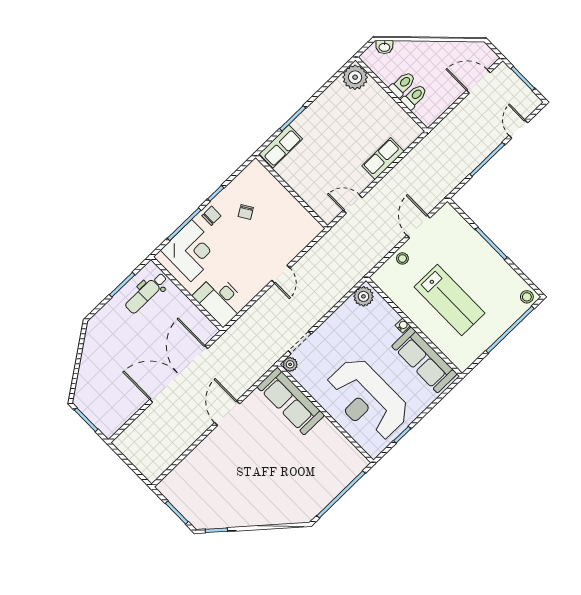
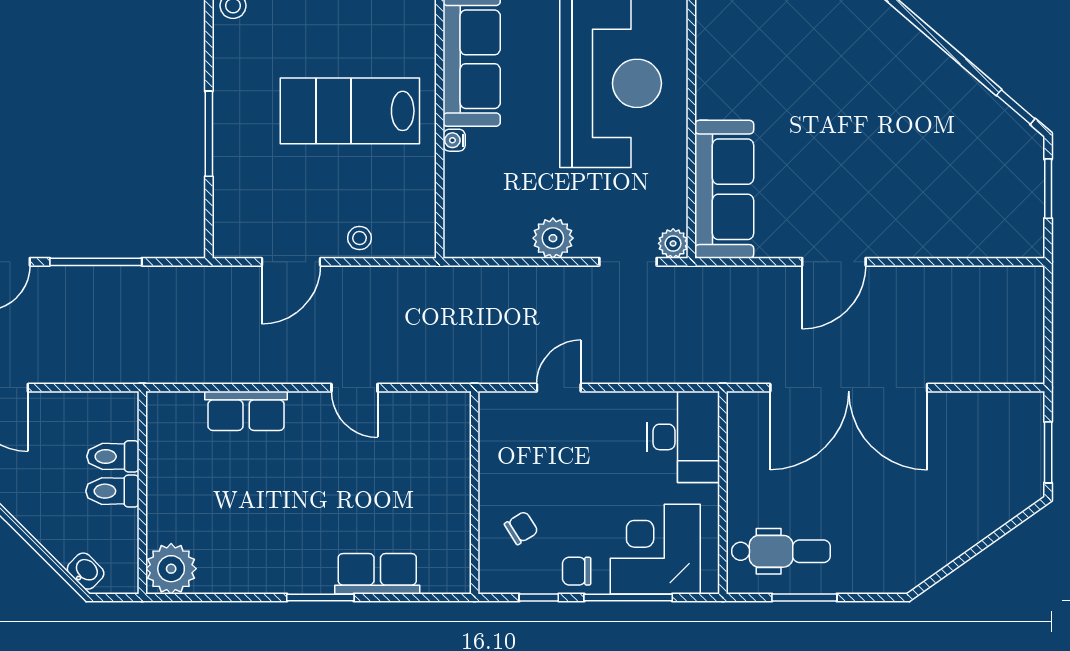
wall: (292, 192) -> (475, 493), moved
plant: (363, 296) -> (553, 238), moved
lab bench: (450, 300) -> (350, 111), turned -90

